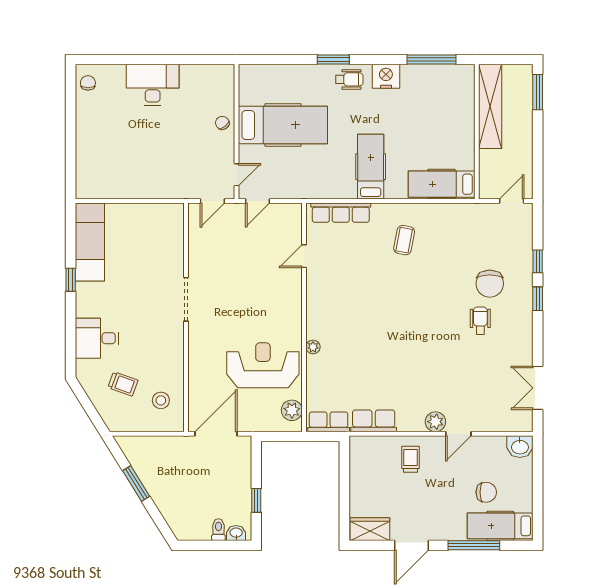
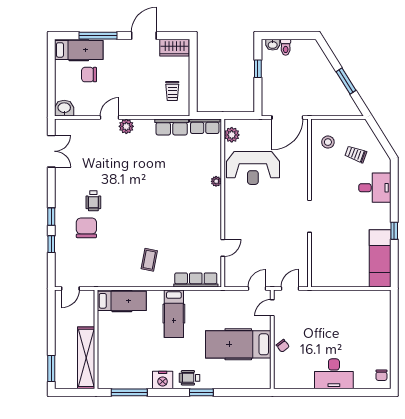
trolley: (411, 459) -> (172, 91), moved

